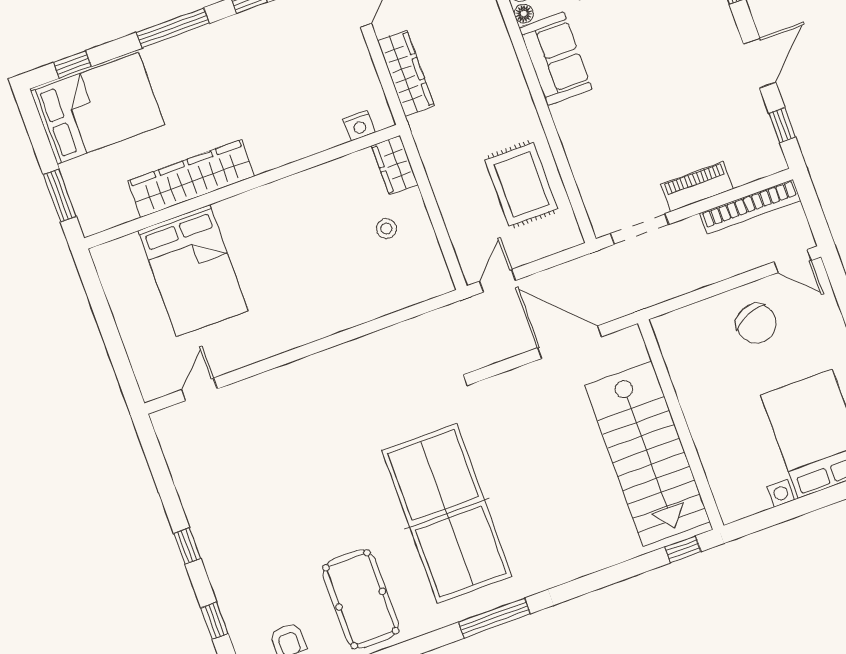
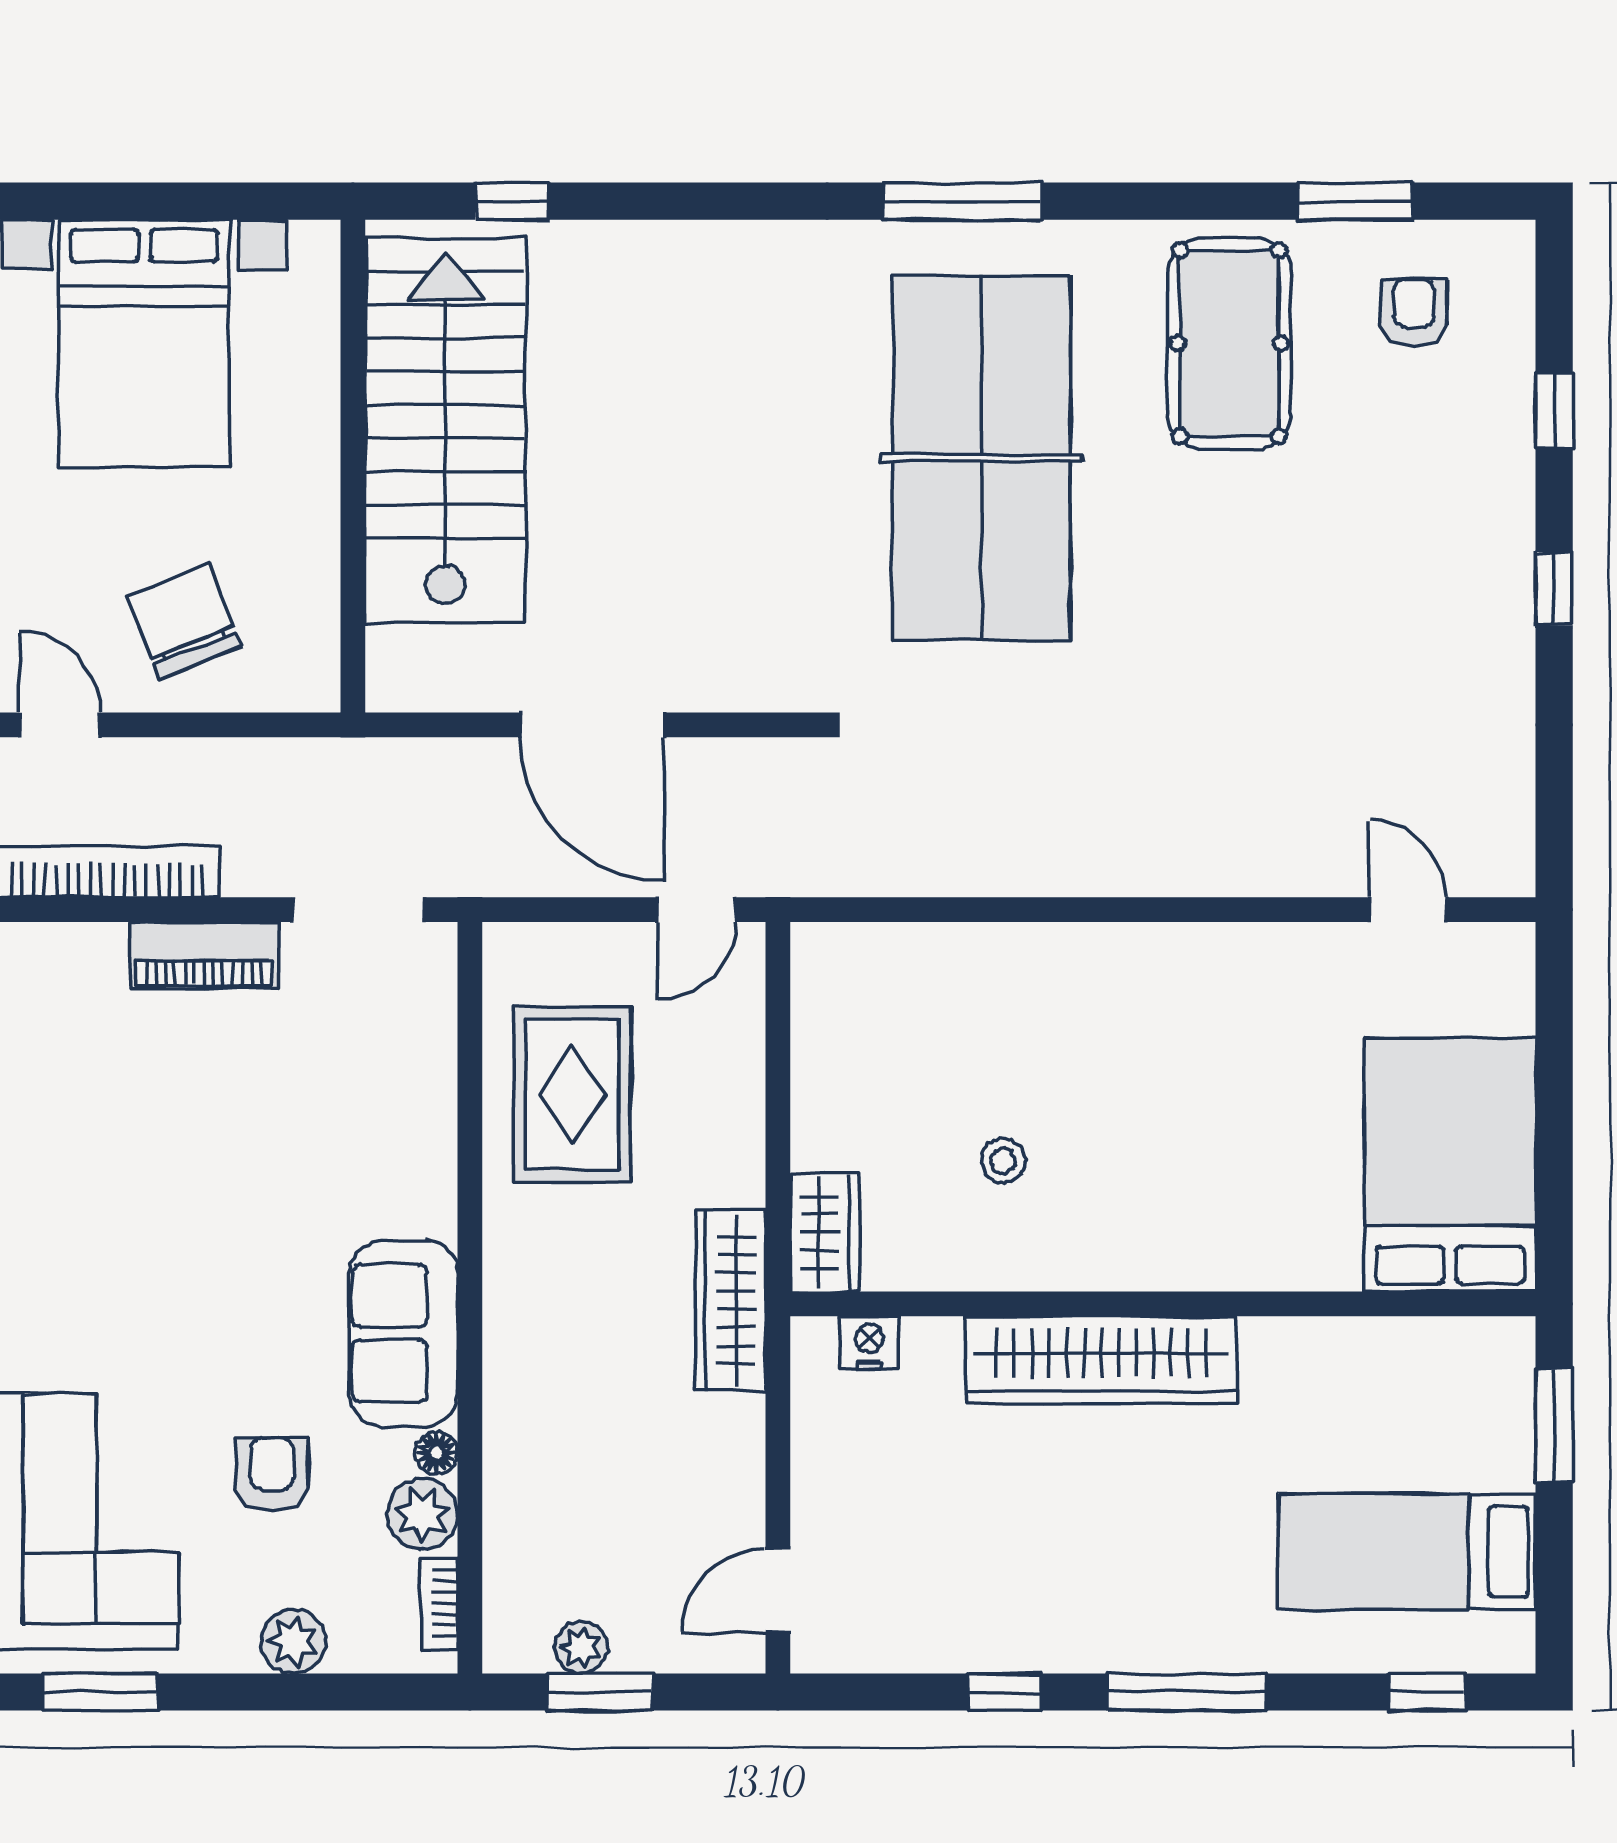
wardrobe: (406, 73) -> (731, 1300), moved
bed: (98, 108) -> (1407, 1551), width x0.67
wardrobe: (191, 179) -> (1101, 1360), moved
stool: (386, 229) -> (1003, 1161), moved
bed: (193, 271) -> (1450, 1165), moved
door: (199, 389) -> (1408, 910), swing flipped
wall: (681, 425) -> (353, 466), moved
stairs: (647, 454) -> (445, 430), moved

